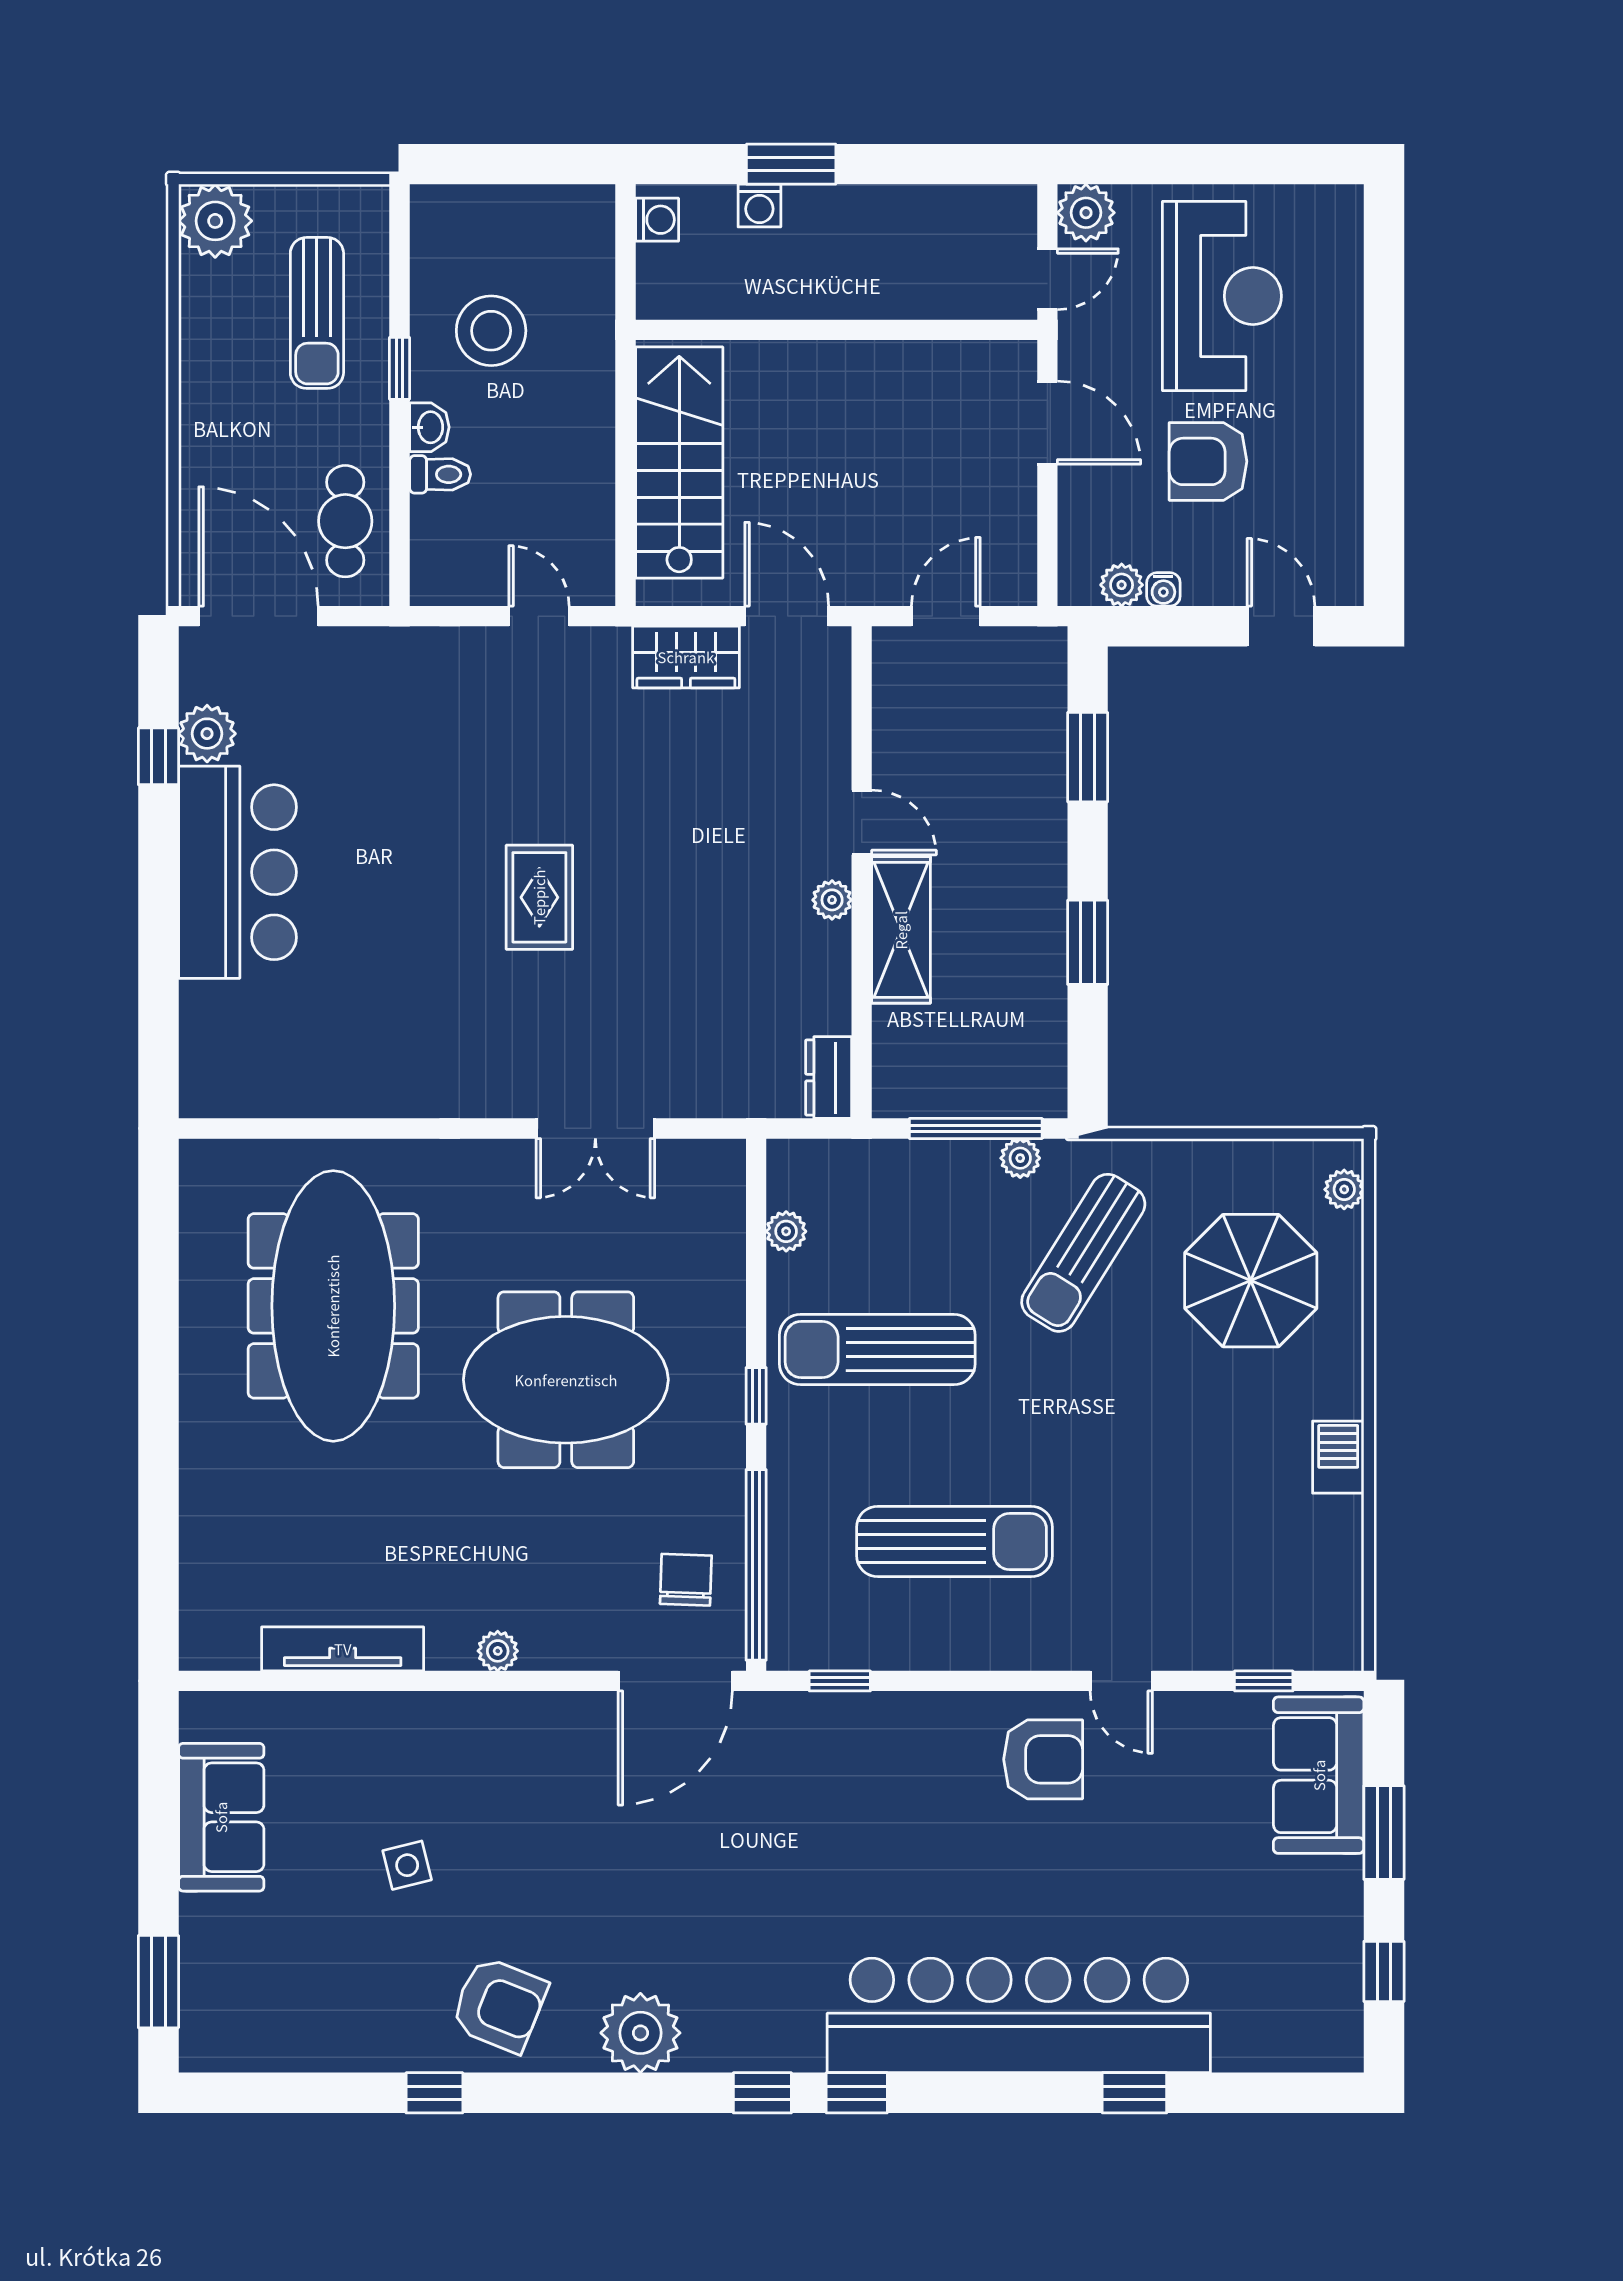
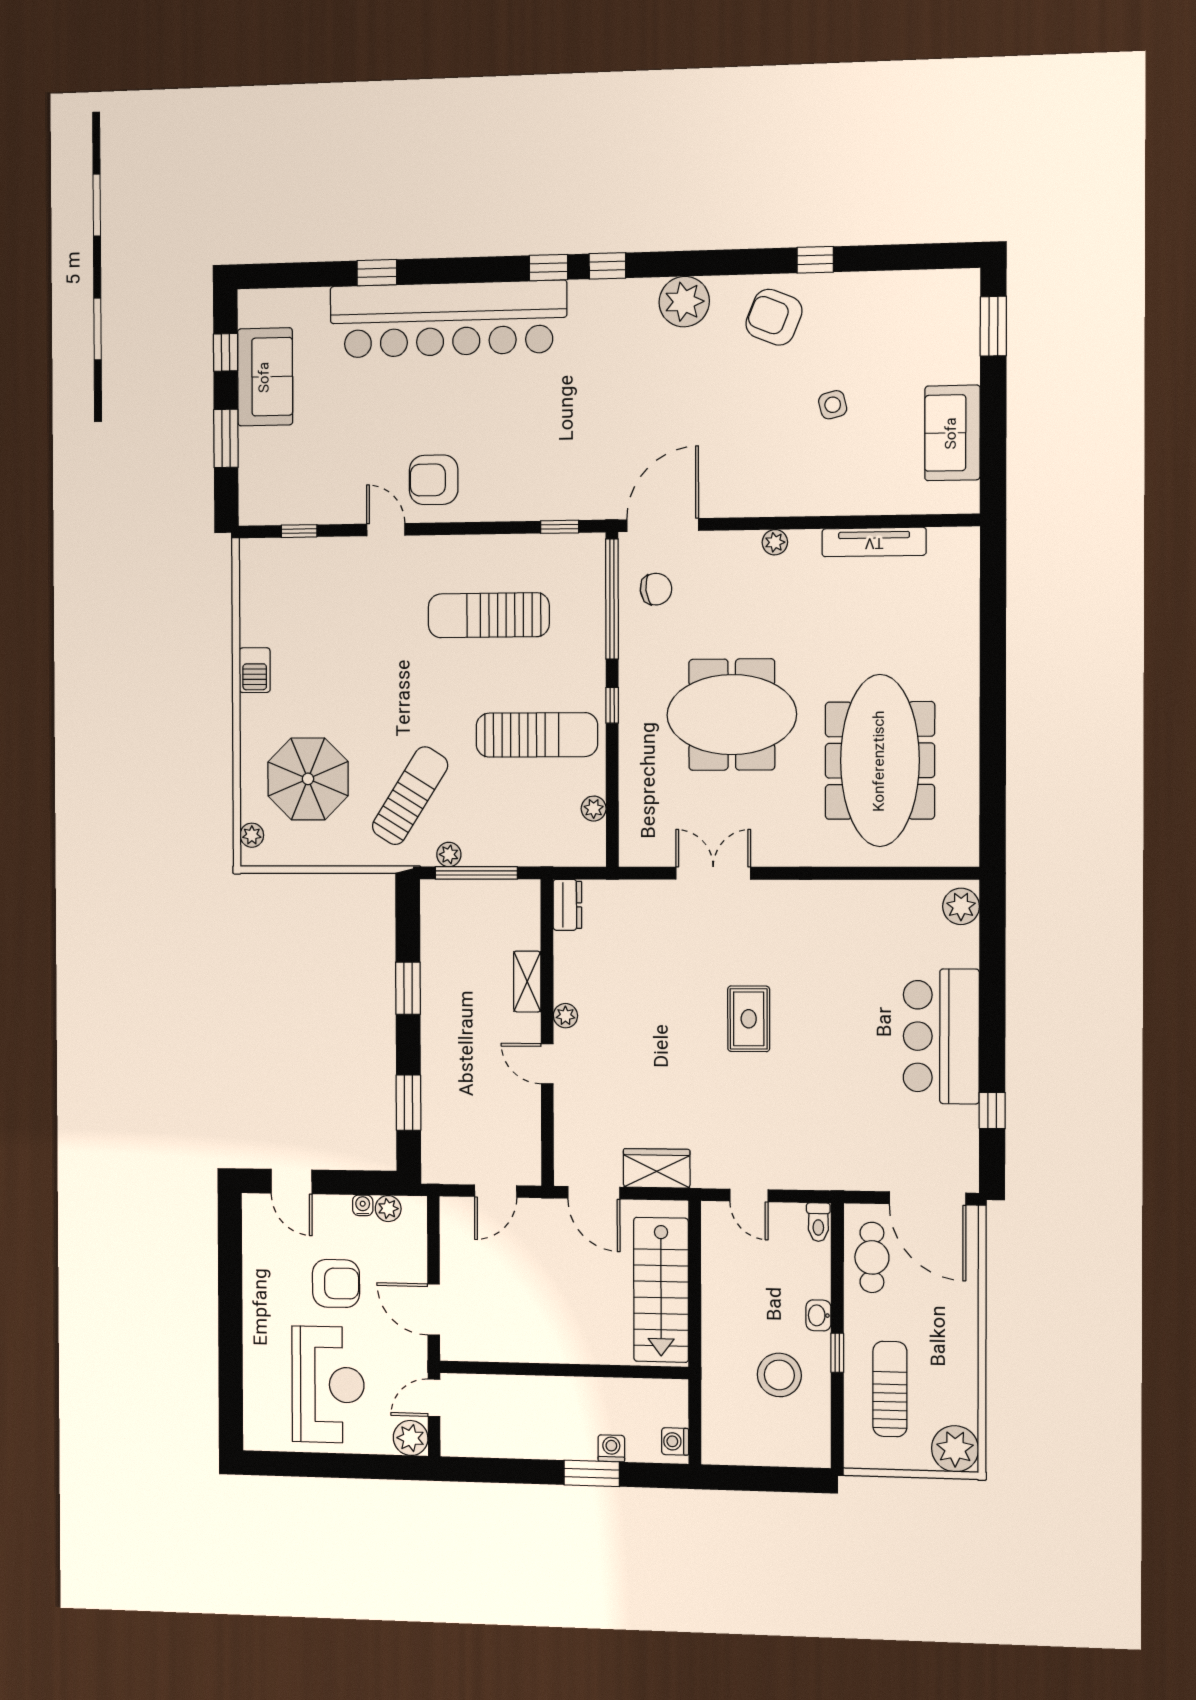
reception desk: (1222, 296) -> (328, 1385), turned 180
toilet: (440, 474) -> (818, 1222), moved, turned -90
plant: (207, 734) -> (961, 906), moved
shelving: (901, 930) -> (527, 982), width x0.67, depth x0.75
chair: (686, 1580) -> (656, 589), turned -98
sofa: (1319, 1775) -> (265, 377), moved

